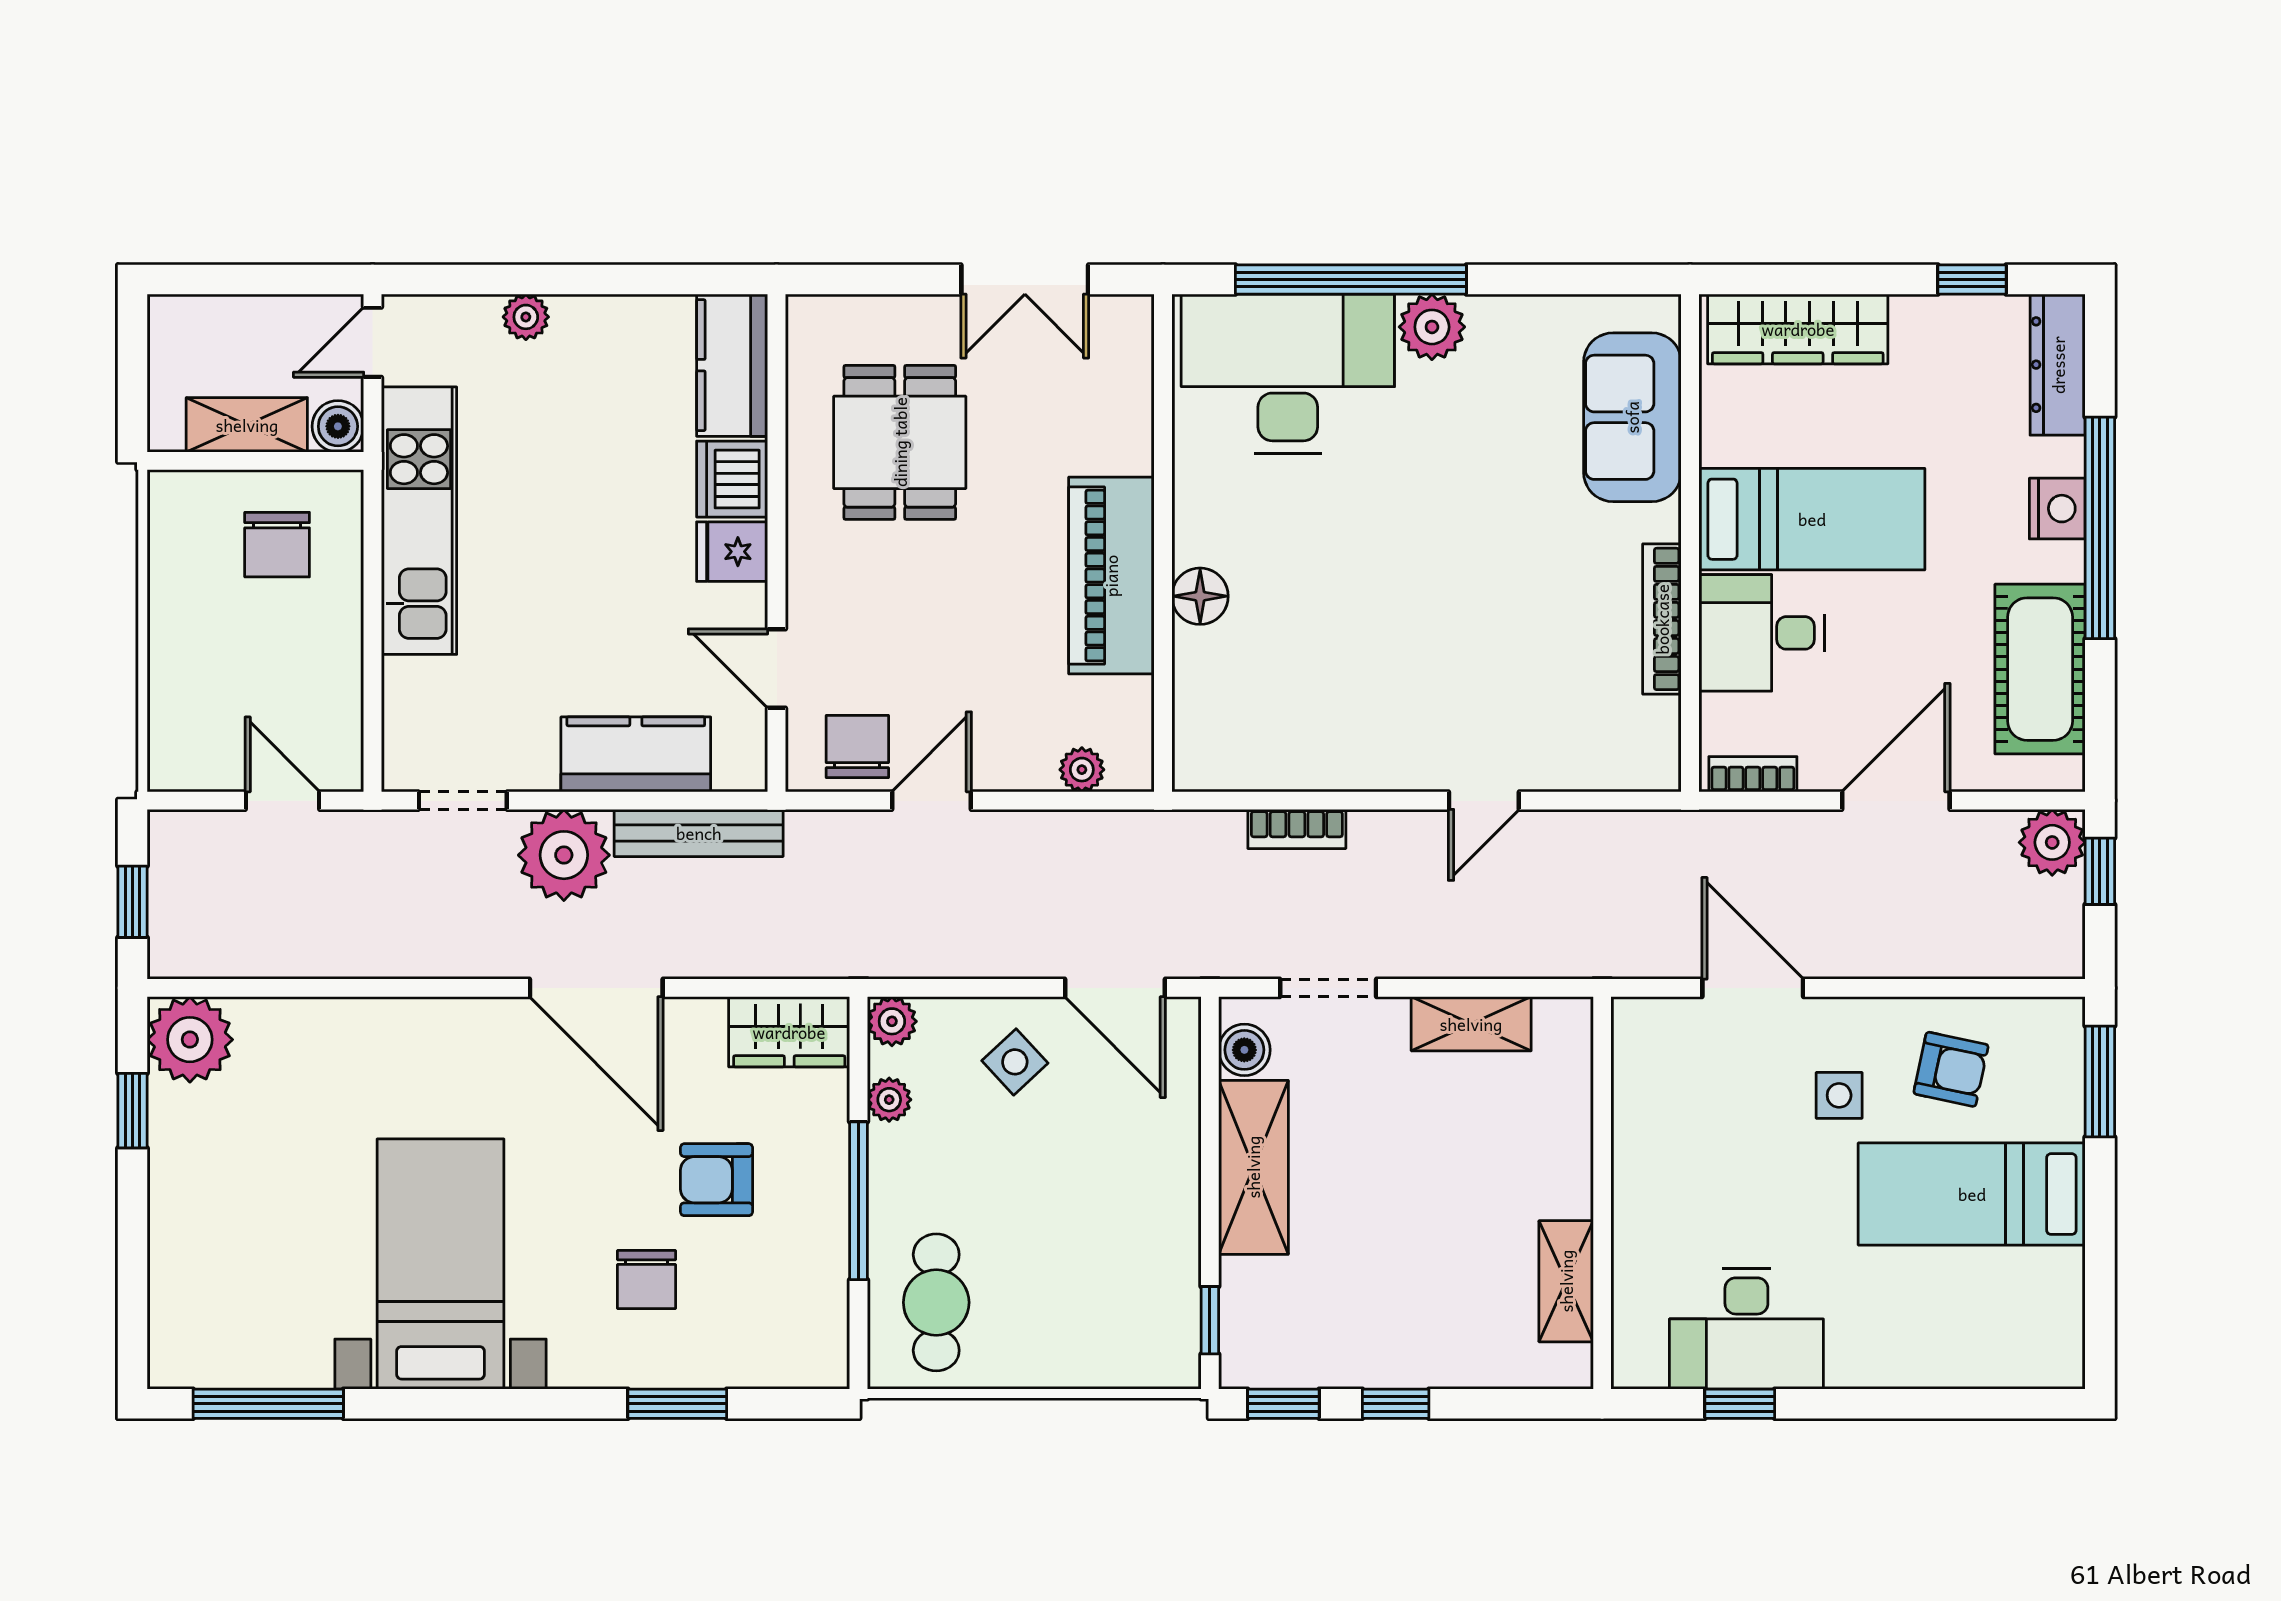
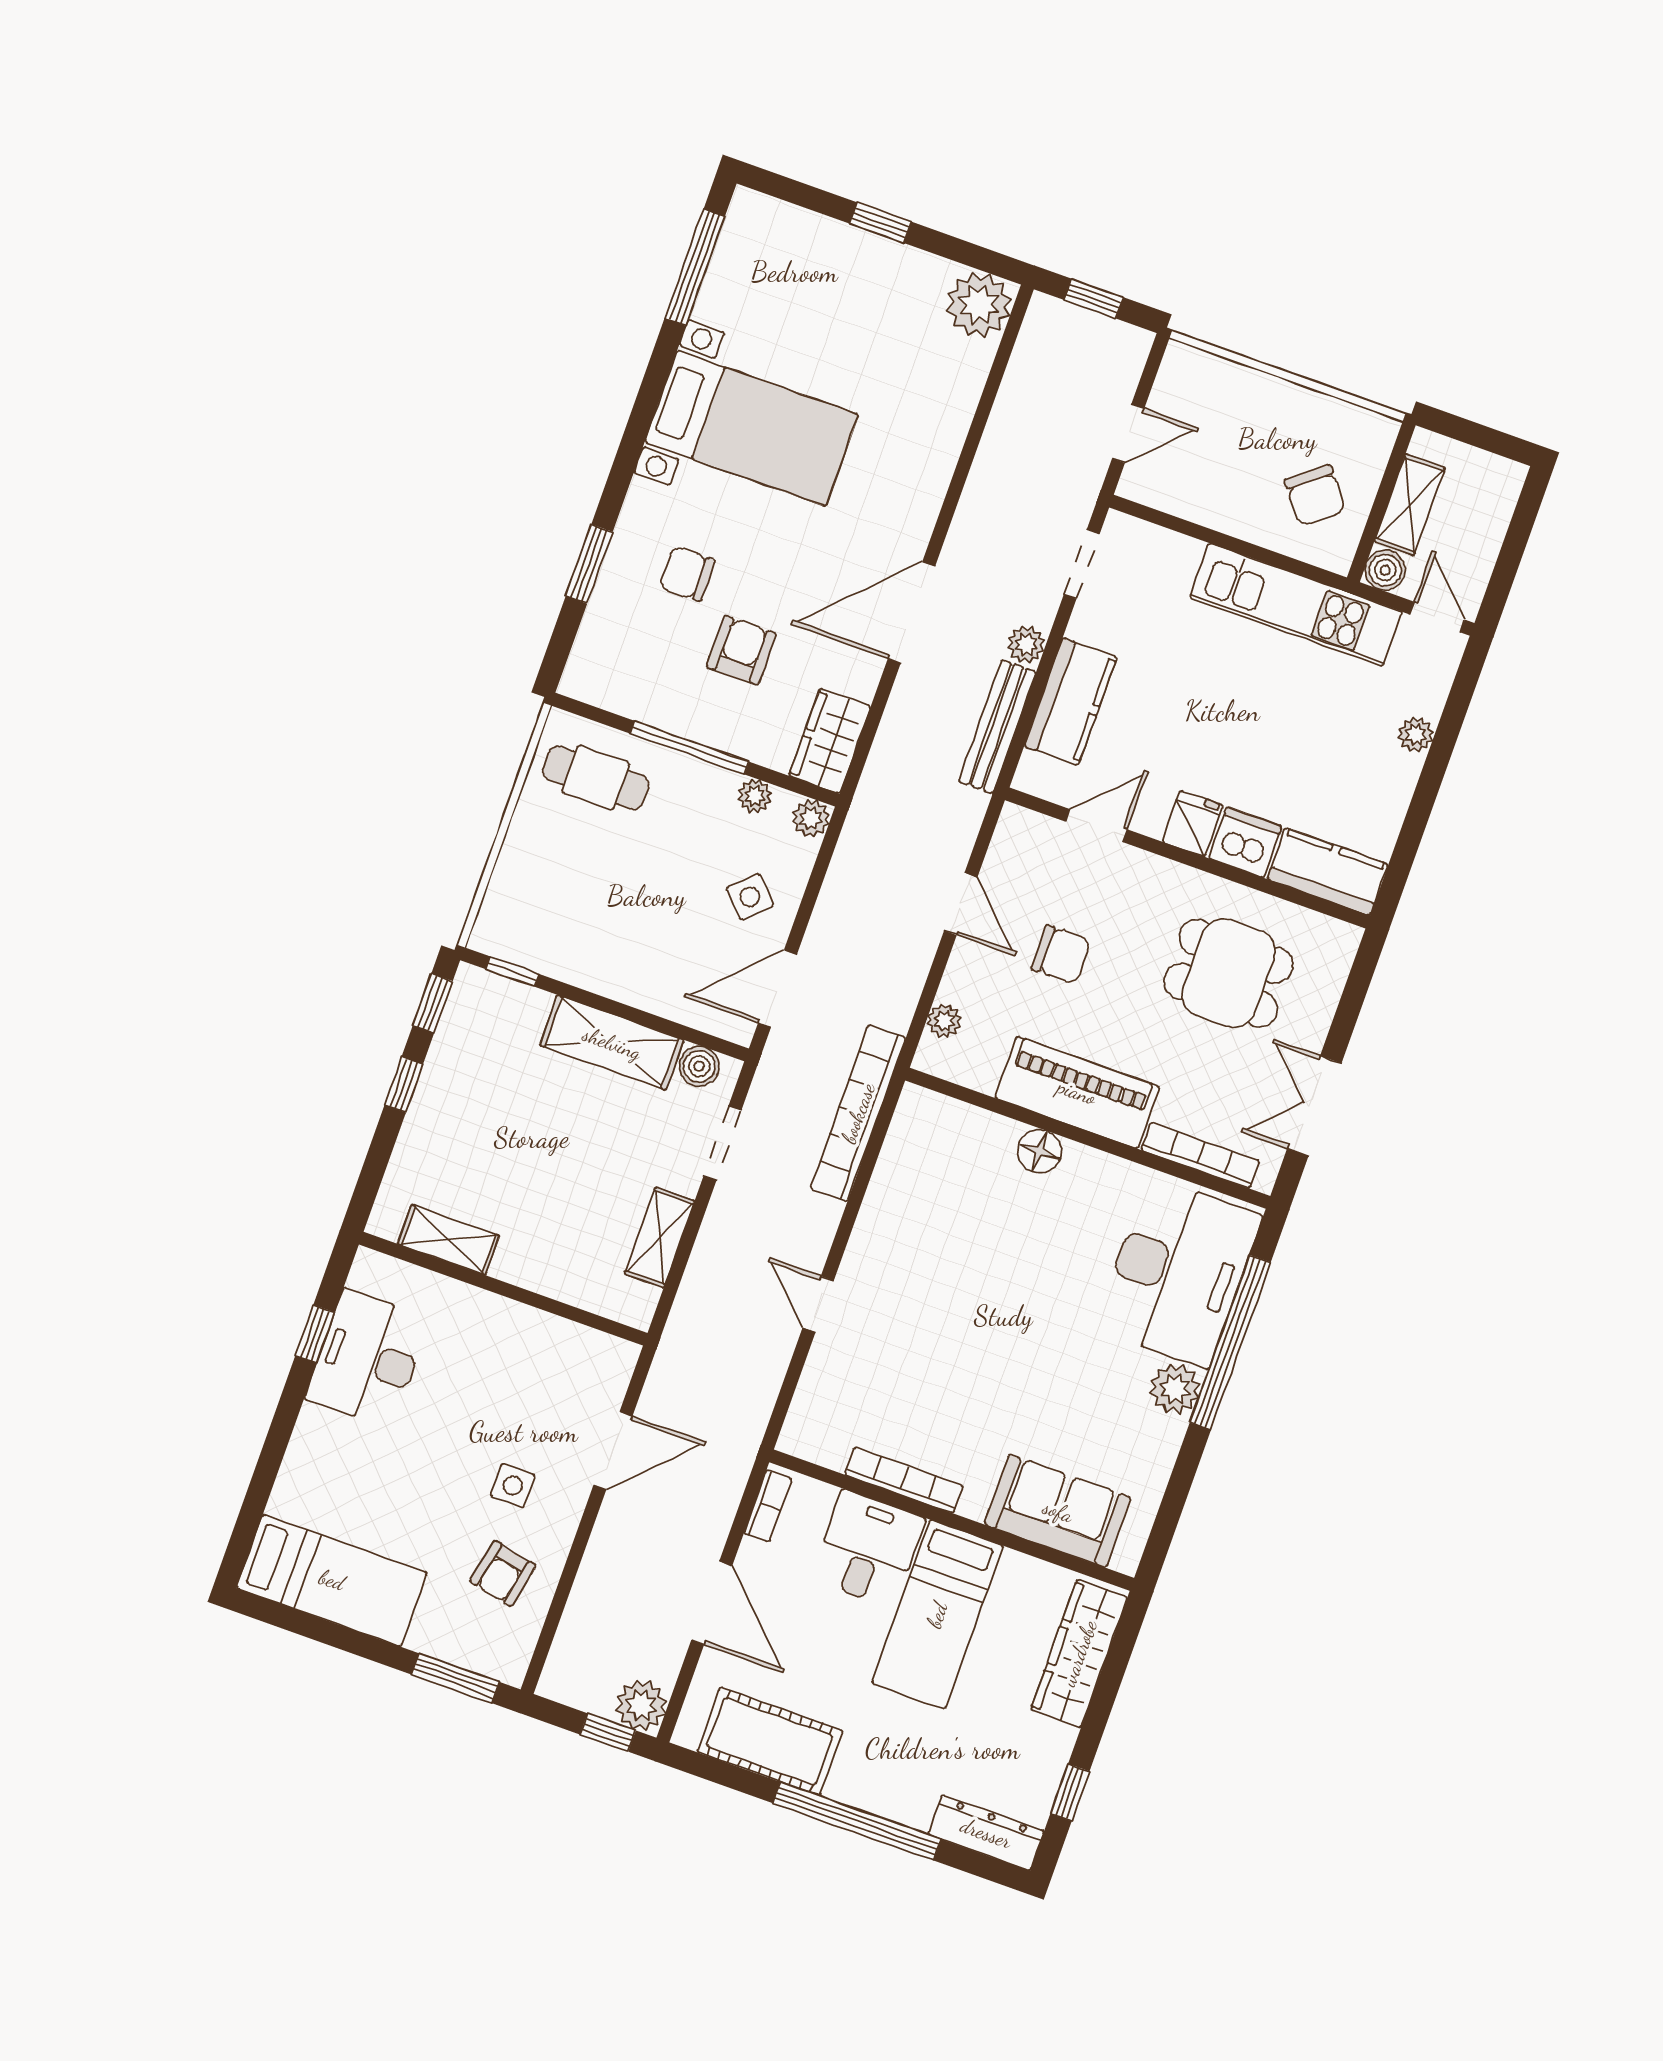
bookcase: (1135, 397) -> (1200, 1155), added
nightstand: (2057, 509) -> (882, 1795), removed
chair: (277, 545) -> (1315, 496), turned -128
chair: (857, 746) -> (1061, 955), moved
bookcase: (1297, 829) -> (858, 1113), width x2.31, depth x1.31
plant: (564, 855) -> (1026, 644), width x0.53, depth x0.53
window: (132, 1111) -> (880, 223), moved
bed: (1972, 1194) -> (332, 1580), moved, turned 90

